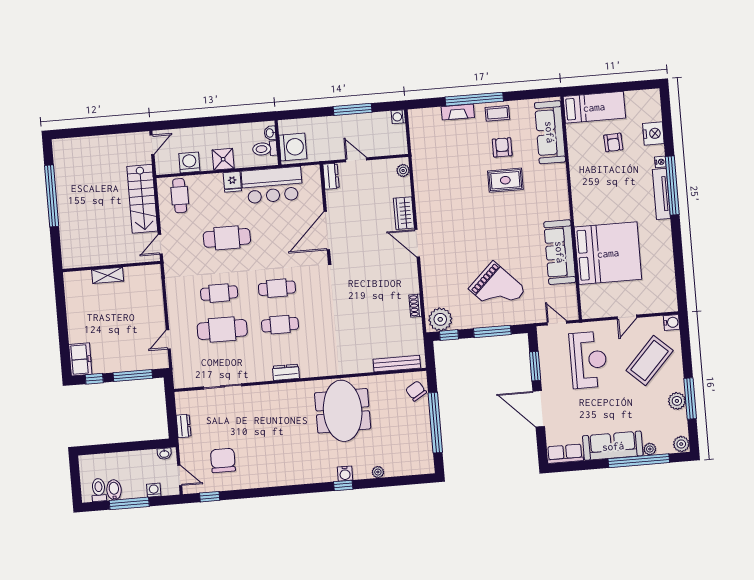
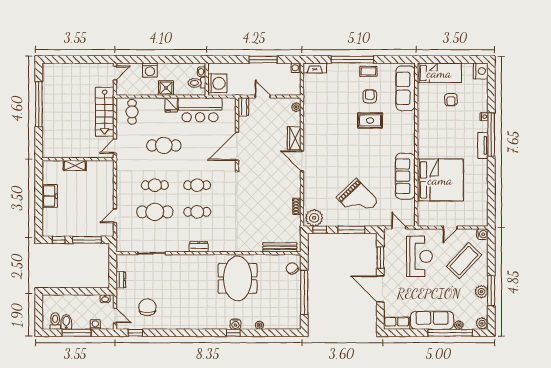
fireplace: (458, 112) -> (315, 68), moved
nightstand: (653, 134) -> (481, 71), moved
washing machine: (189, 162) -> (150, 70), moved, turned 180
tv unit: (661, 194) -> (483, 145), width x0.71
freezer: (80, 359) -> (50, 196), moved

